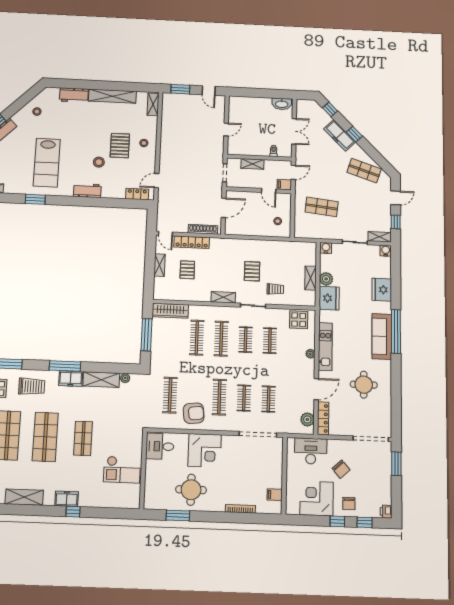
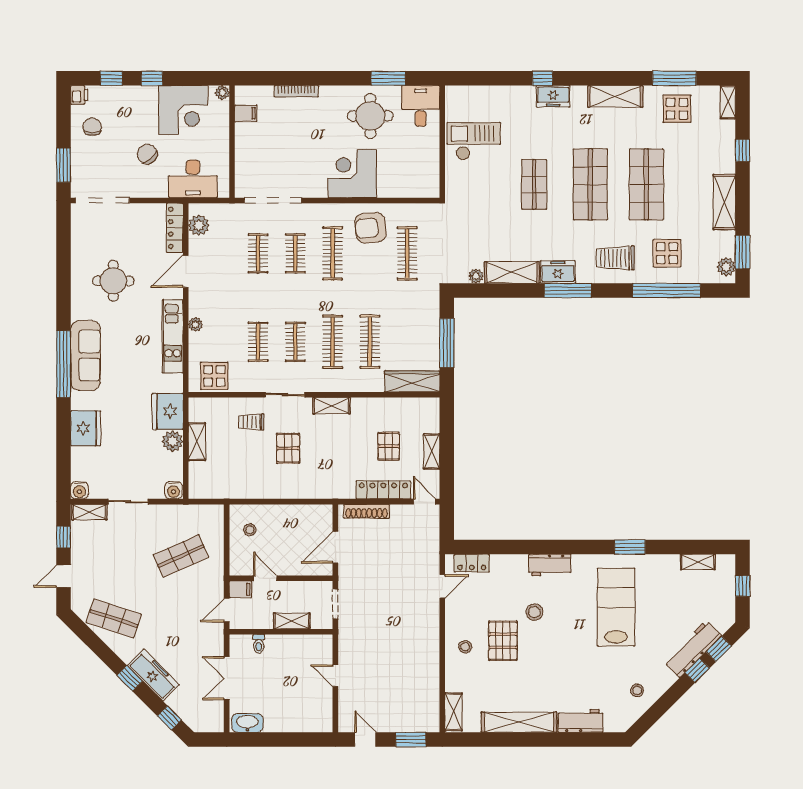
door: (226, 129) -> (335, 676), hinge flipped
shop shelf: (322, 207) -> (181, 556), turned -30
desk: (160, 446) -> (421, 106), moved, turned -90
chair: (349, 504) -> (92, 127), moved
plant: (290, 510) -> (222, 93), added

